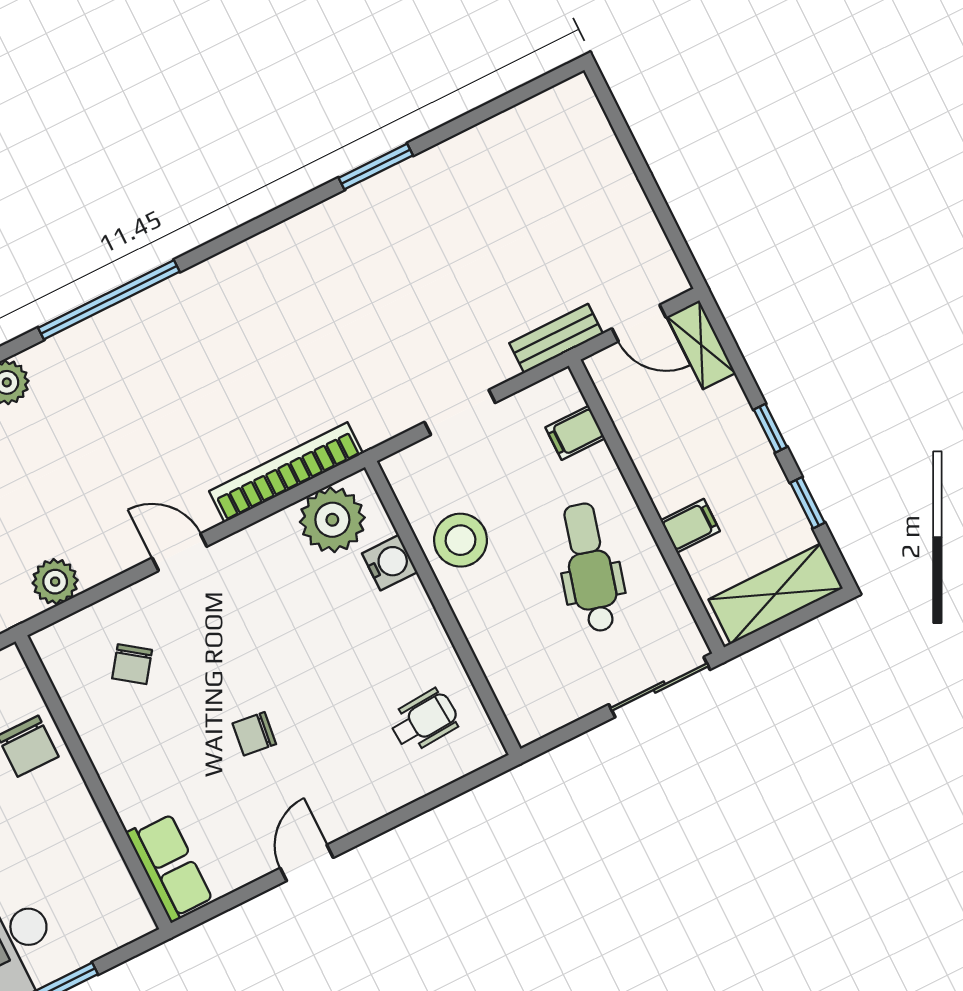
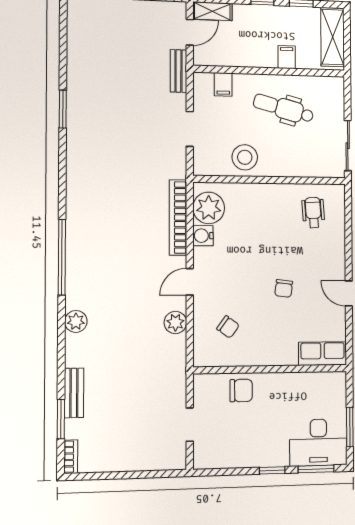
water cooler: (390, 563) -> (203, 236), moved, turned -90
plant: (55, 582) -> (175, 322), moved
sliding door: (659, 687) -> (348, 146), moved

